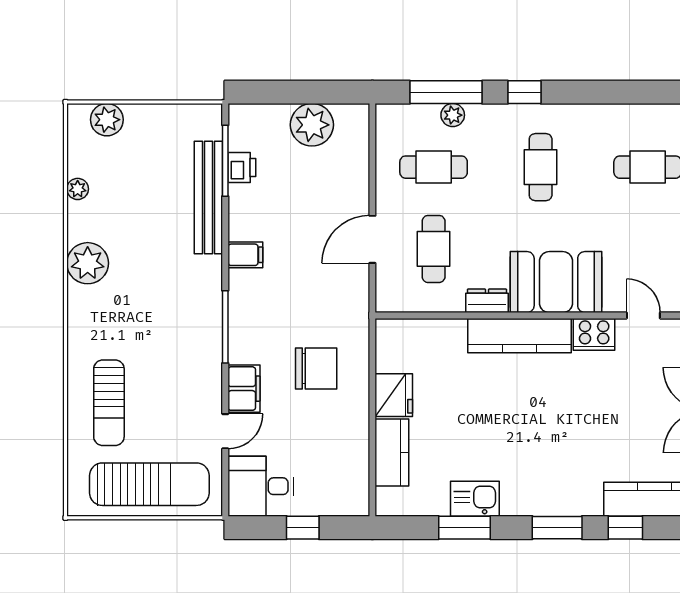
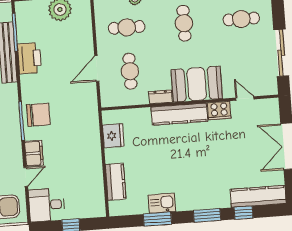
printer: (242, 167) -> (29, 58), moved, width x1.87, depth x1.48
filing cabinet: (245, 255) -> (29, 82), removed
chair: (316, 368) -> (38, 115), moved
fridge: (394, 395) -> (113, 136), moved

